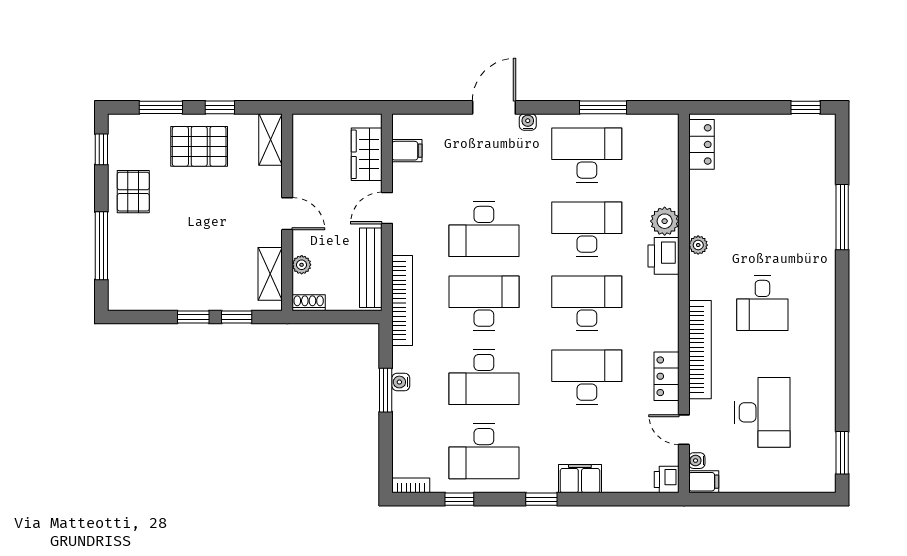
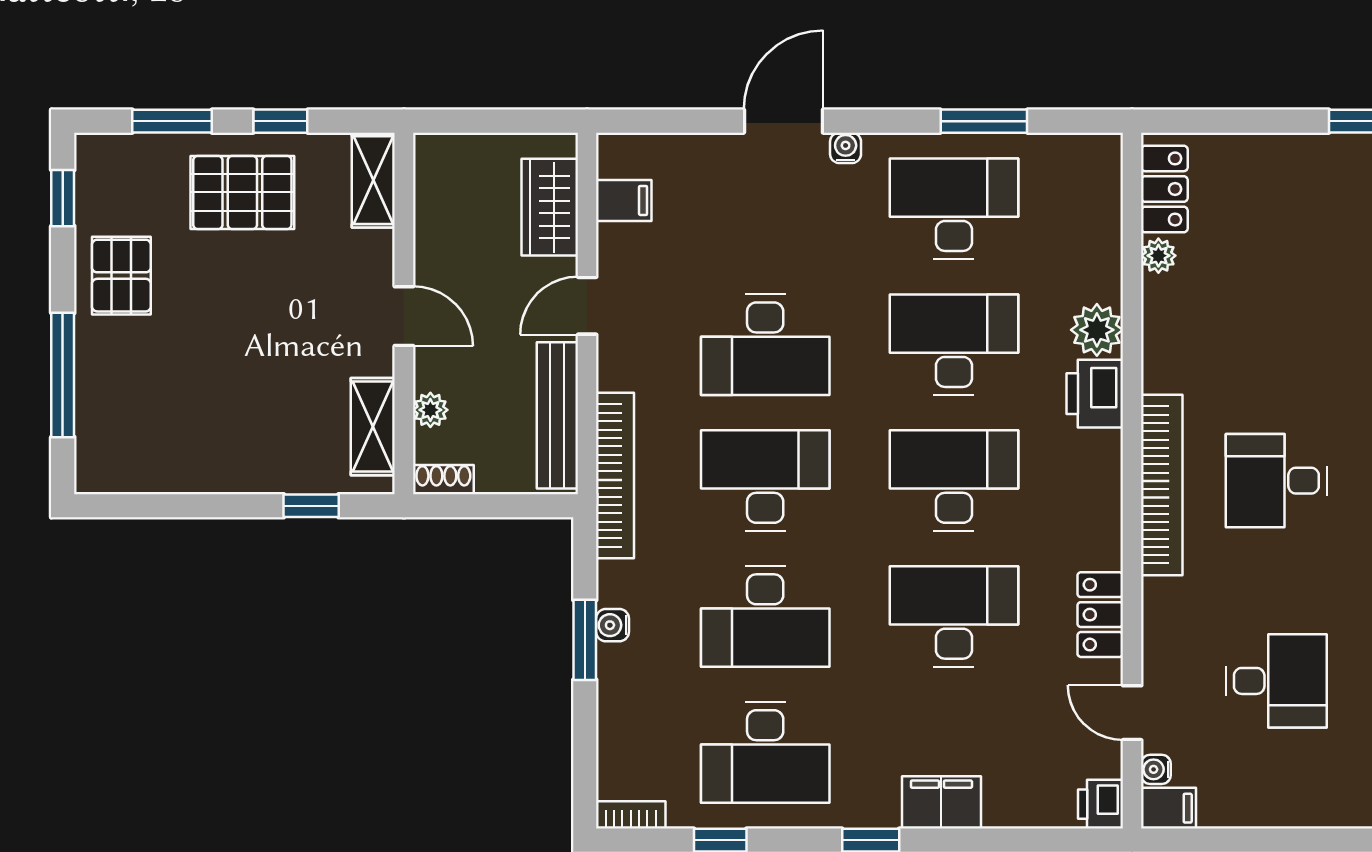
plant: (698, 245) -> (1158, 256), moved
desk: (762, 303) -> (1276, 481), turned 90
window: (193, 317) -> (231, 506), removed
bookcase: (700, 350) -> (1162, 485), moved
desk: (762, 412) -> (1276, 681), width x0.73

